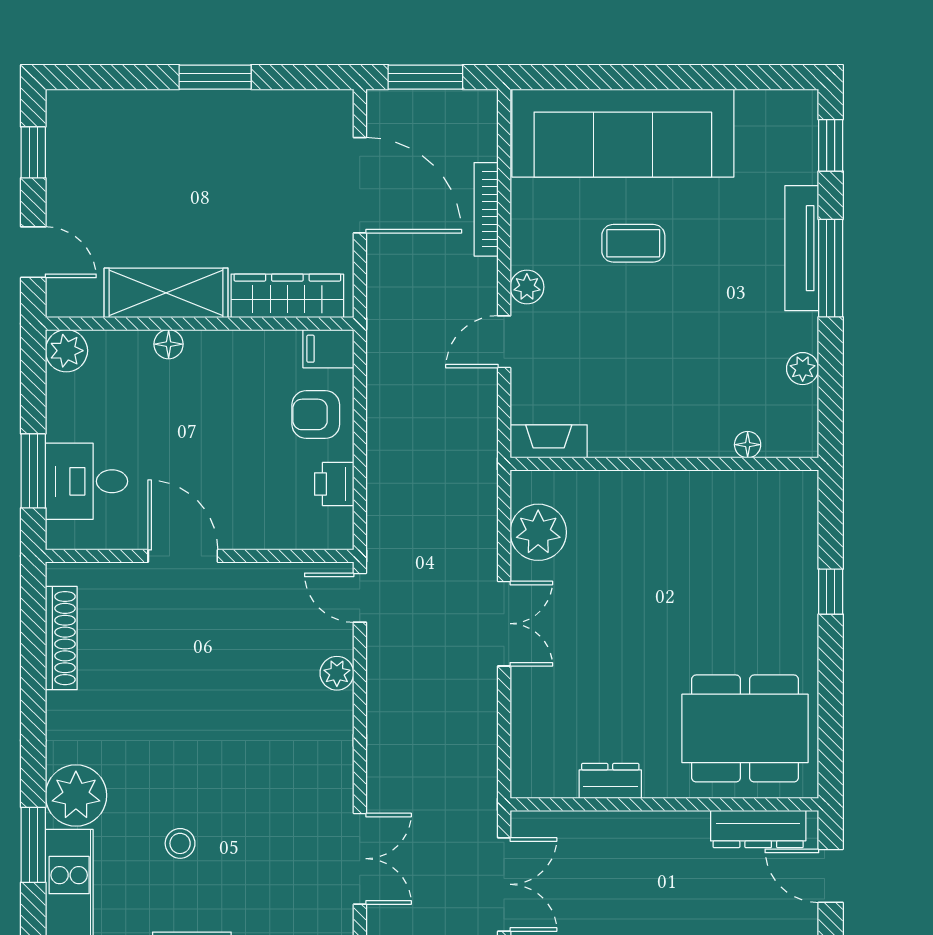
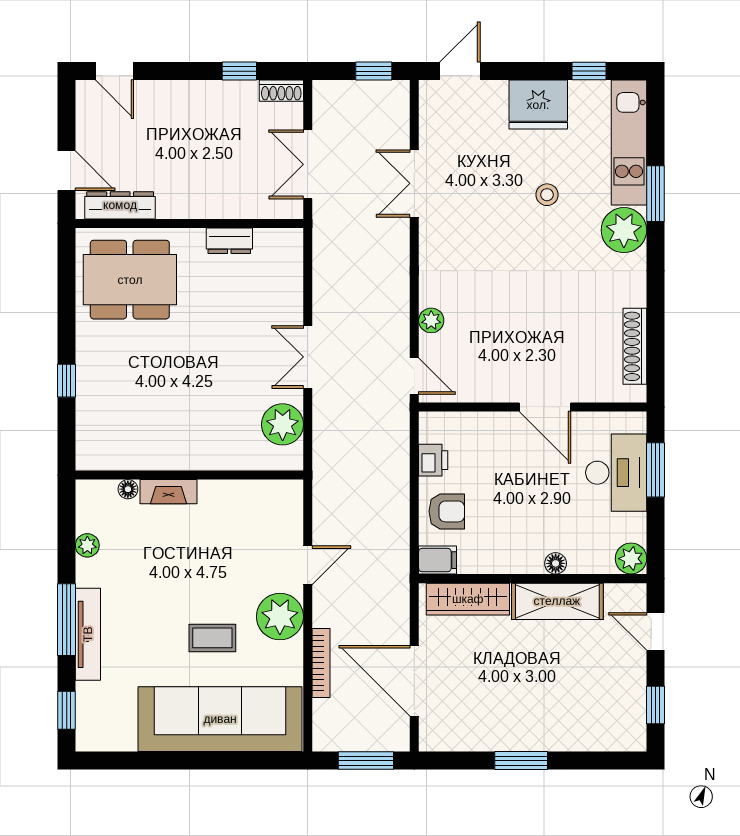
plant: (527, 287) -> (280, 617), width x1.88, depth x1.88
fireplace: (549, 441) -> (169, 492), moved
desk: (86, 481) -> (616, 473), width x1.37

